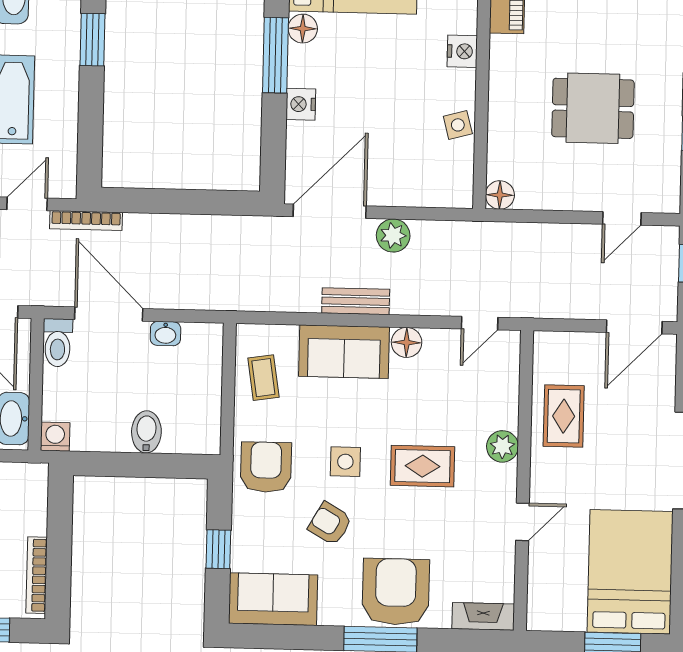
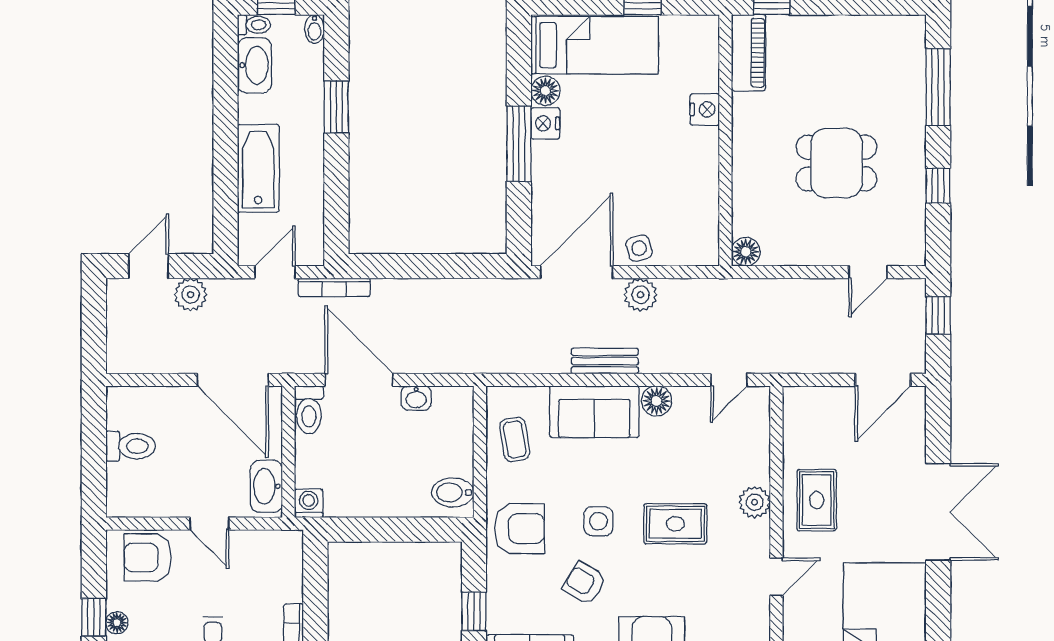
window: (275, 55) -> (519, 144), moved
nightstand: (301, 104) -> (545, 123), moved
side table: (458, 125) -> (639, 248), moved
rug: (564, 416) -> (817, 500), moved
bidet: (146, 432) -> (453, 492), moved, turned -90
armchair: (266, 467) -> (519, 529), turned 90

